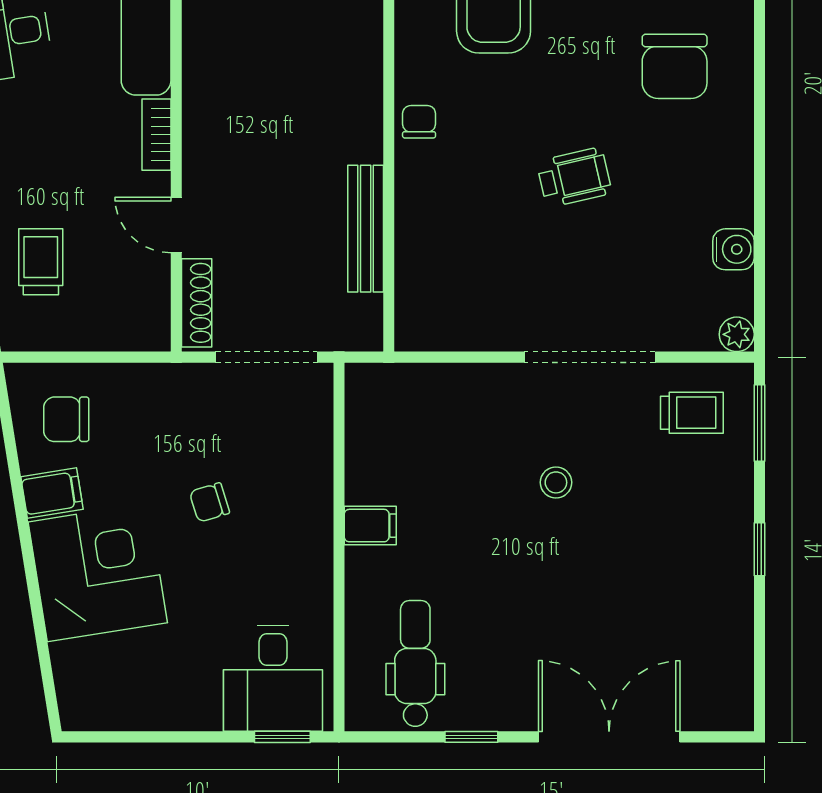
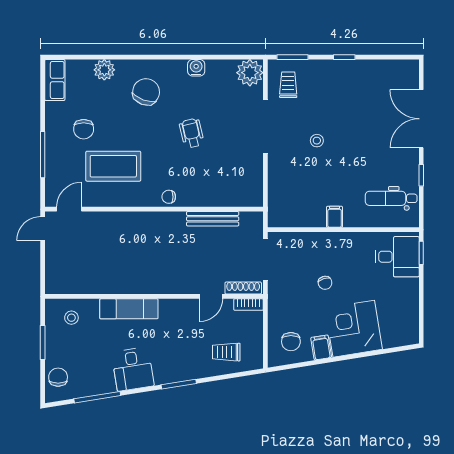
chair: (675, 66) -> (146, 92), turned -70
bookcase: (157, 135) -> (248, 305), moved
water cooler: (733, 249) -> (196, 68), moved
plant: (737, 334) -> (250, 73), width x1.88, depth x1.88

